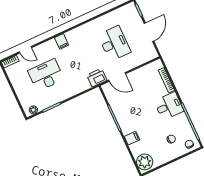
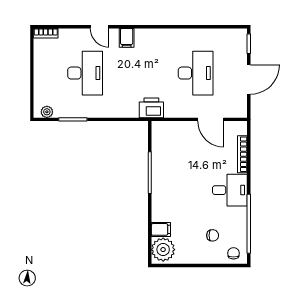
door: (25, 50) -> (100, 27), moved
desk: (46, 75) -> (85, 73), turned 90
door: (117, 77) -> (211, 119), moved
filing cabinet: (132, 138) -> (161, 229), moved

